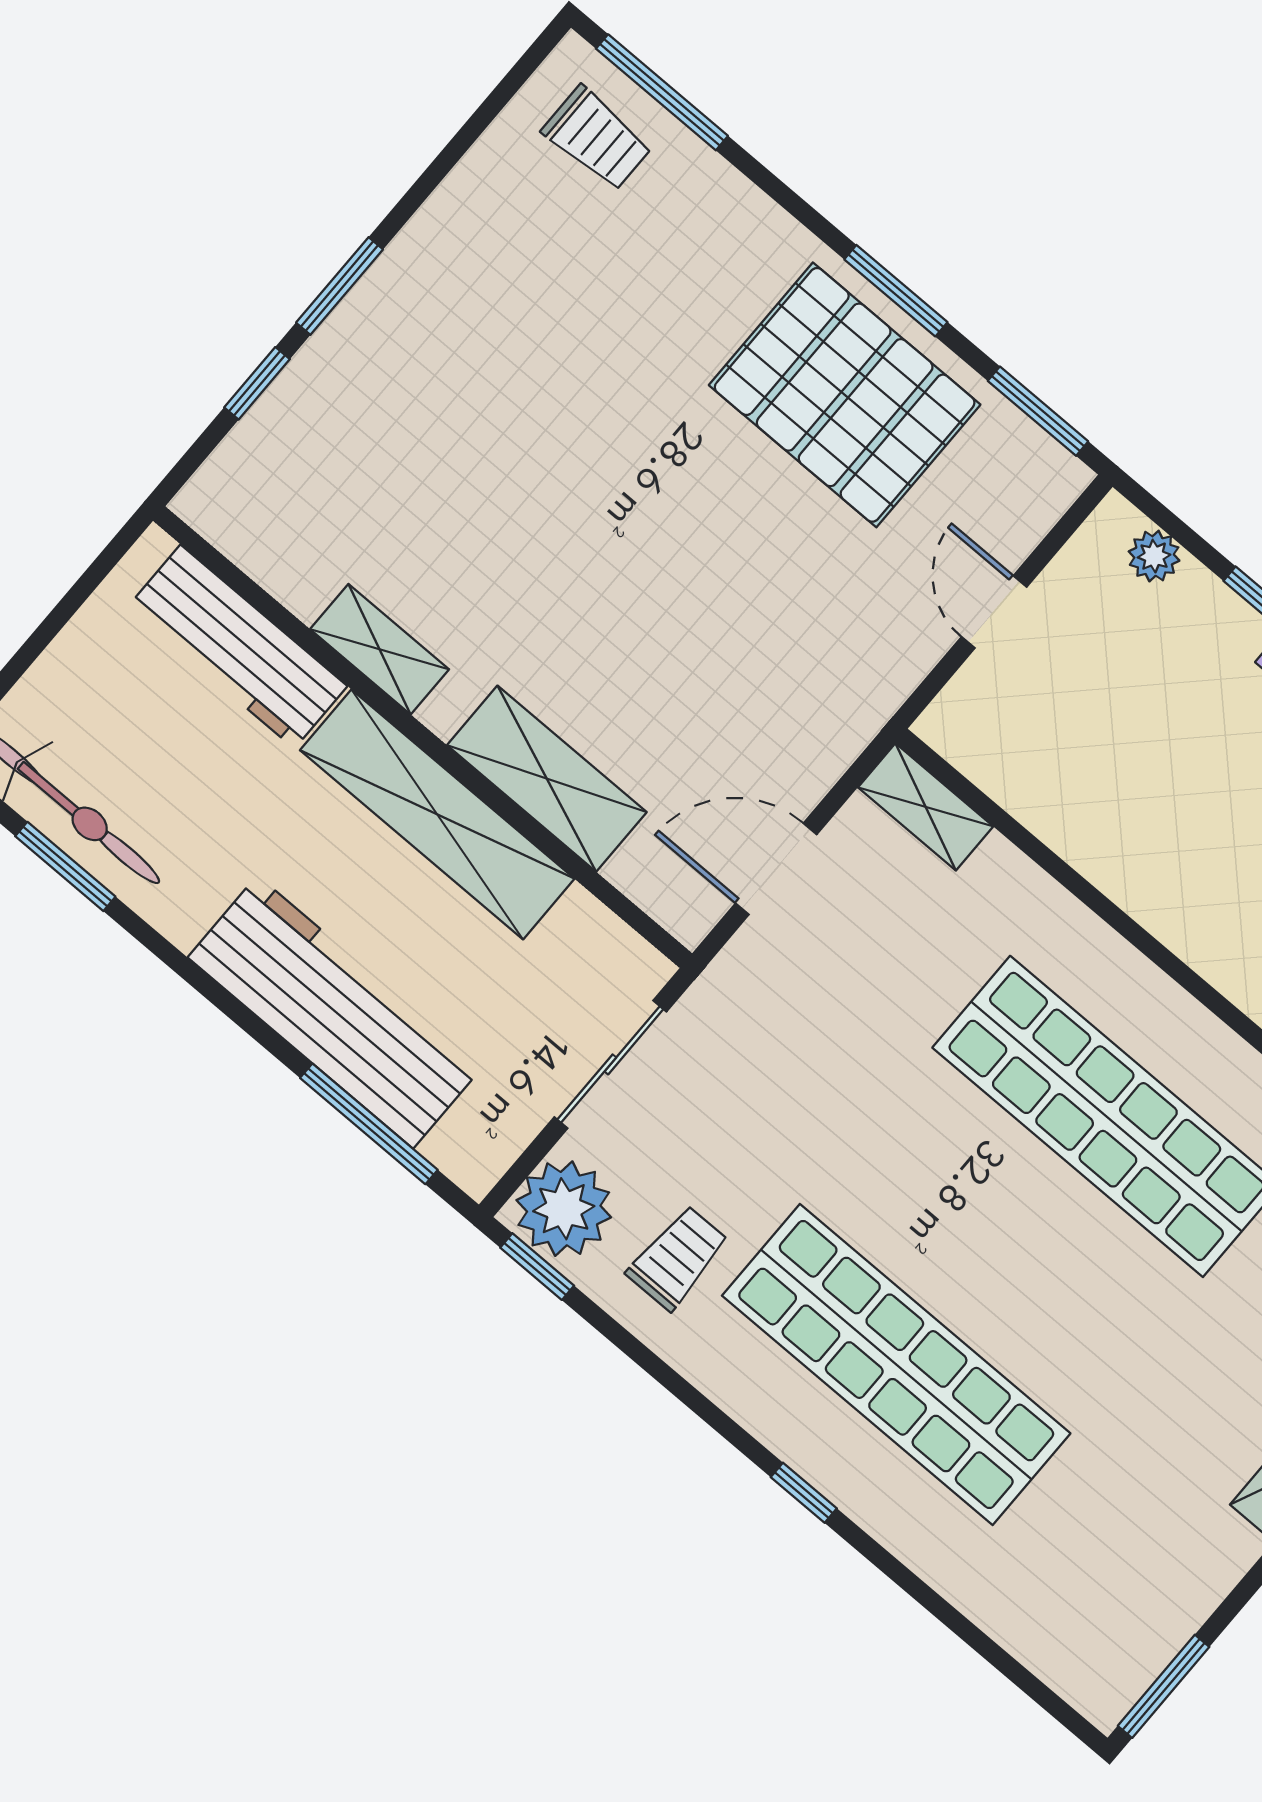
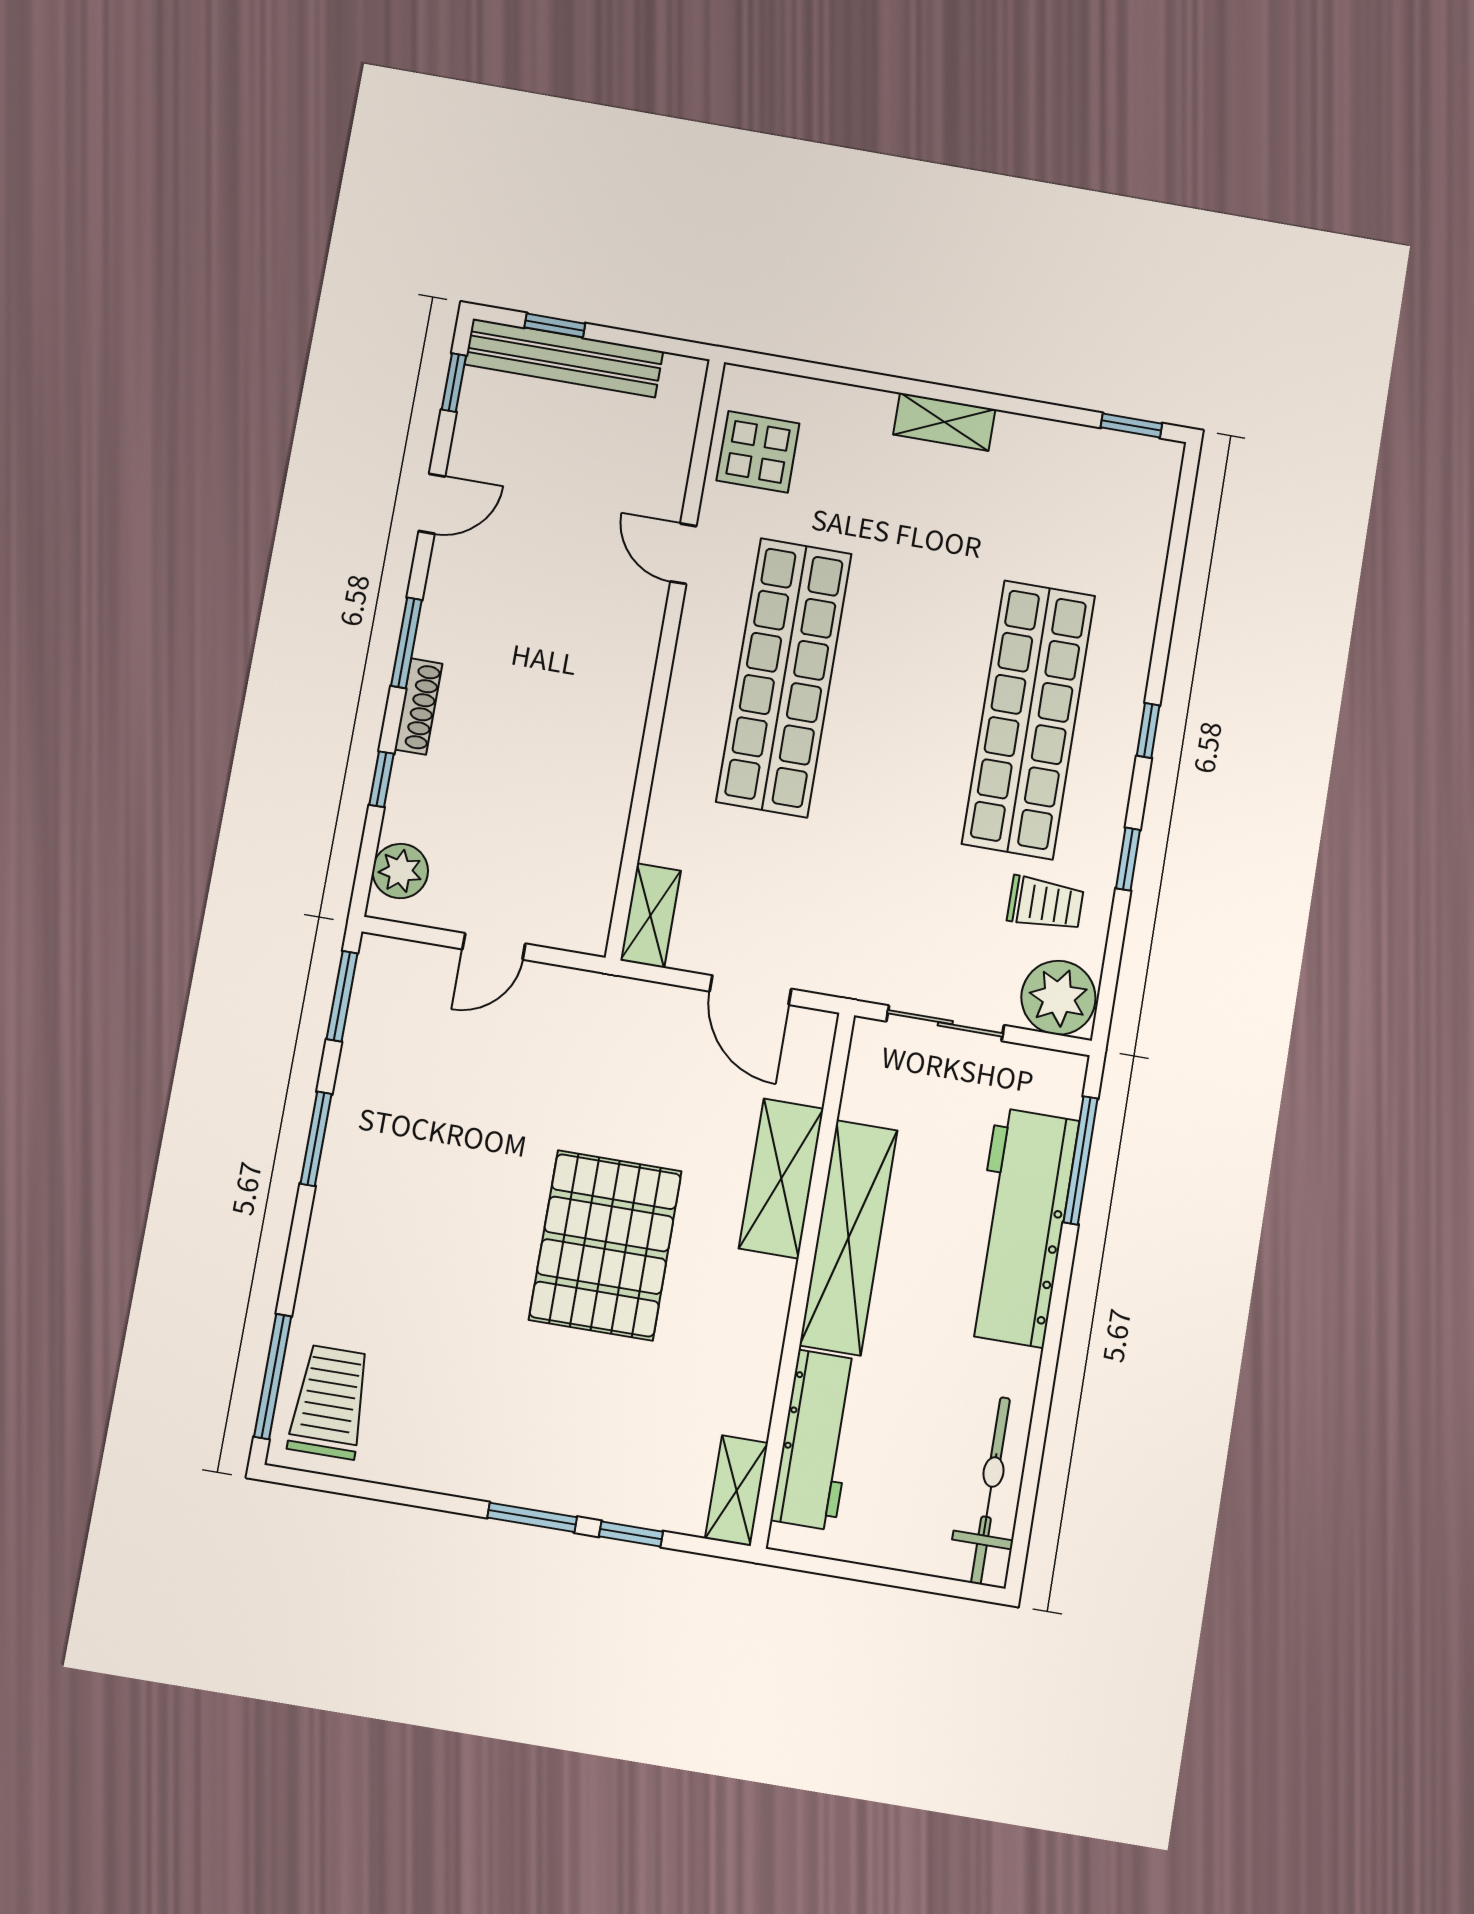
trolley: (597, 138) -> (330, 1402), width x1.36, depth x1.39
pallet: (845, 395) -> (605, 1245), moved
plant: (1154, 556) -> (400, 871), width x1.38, depth x1.38
shelving: (380, 649) -> (737, 1491), moved
window: (65, 866) -> (1032, 1468), removed
trolley: (678, 1258) -> (1045, 903), turned 180
window: (537, 1267) -> (1128, 859), moved
window: (1164, 1686) -> (1131, 425), width x0.67

